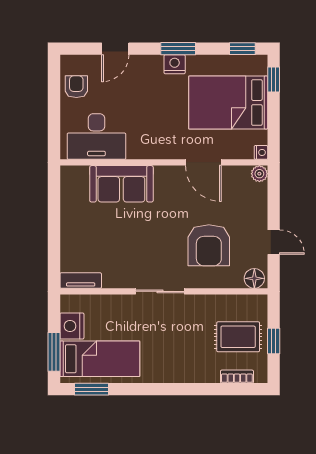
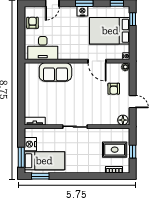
armchair: (209, 245) -> (114, 89), moved, width x0.53, depth x0.53

